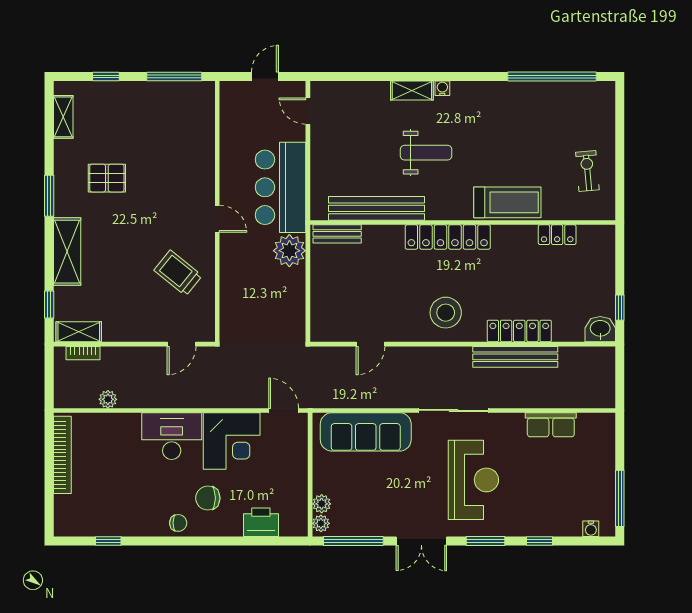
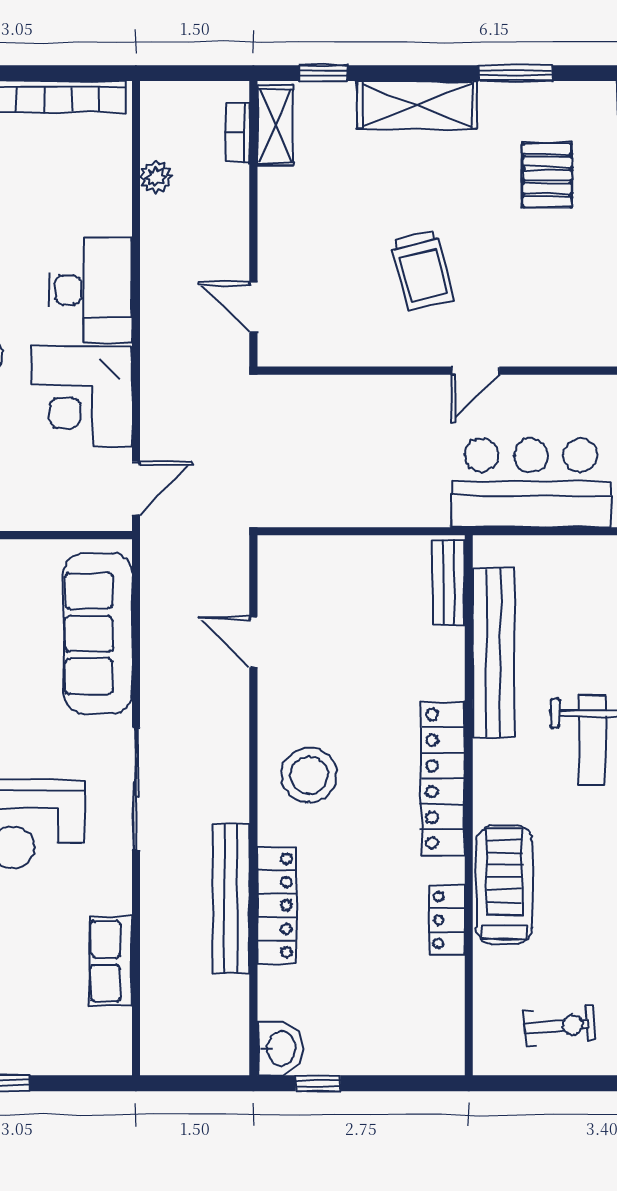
treadmill: (507, 202) -> (504, 884), turned 180
locker: (557, 235) -> (447, 920), moved
plant: (289, 251) -> (419, 498), removed
trolley: (178, 273) -> (422, 270), moved, turned 127

